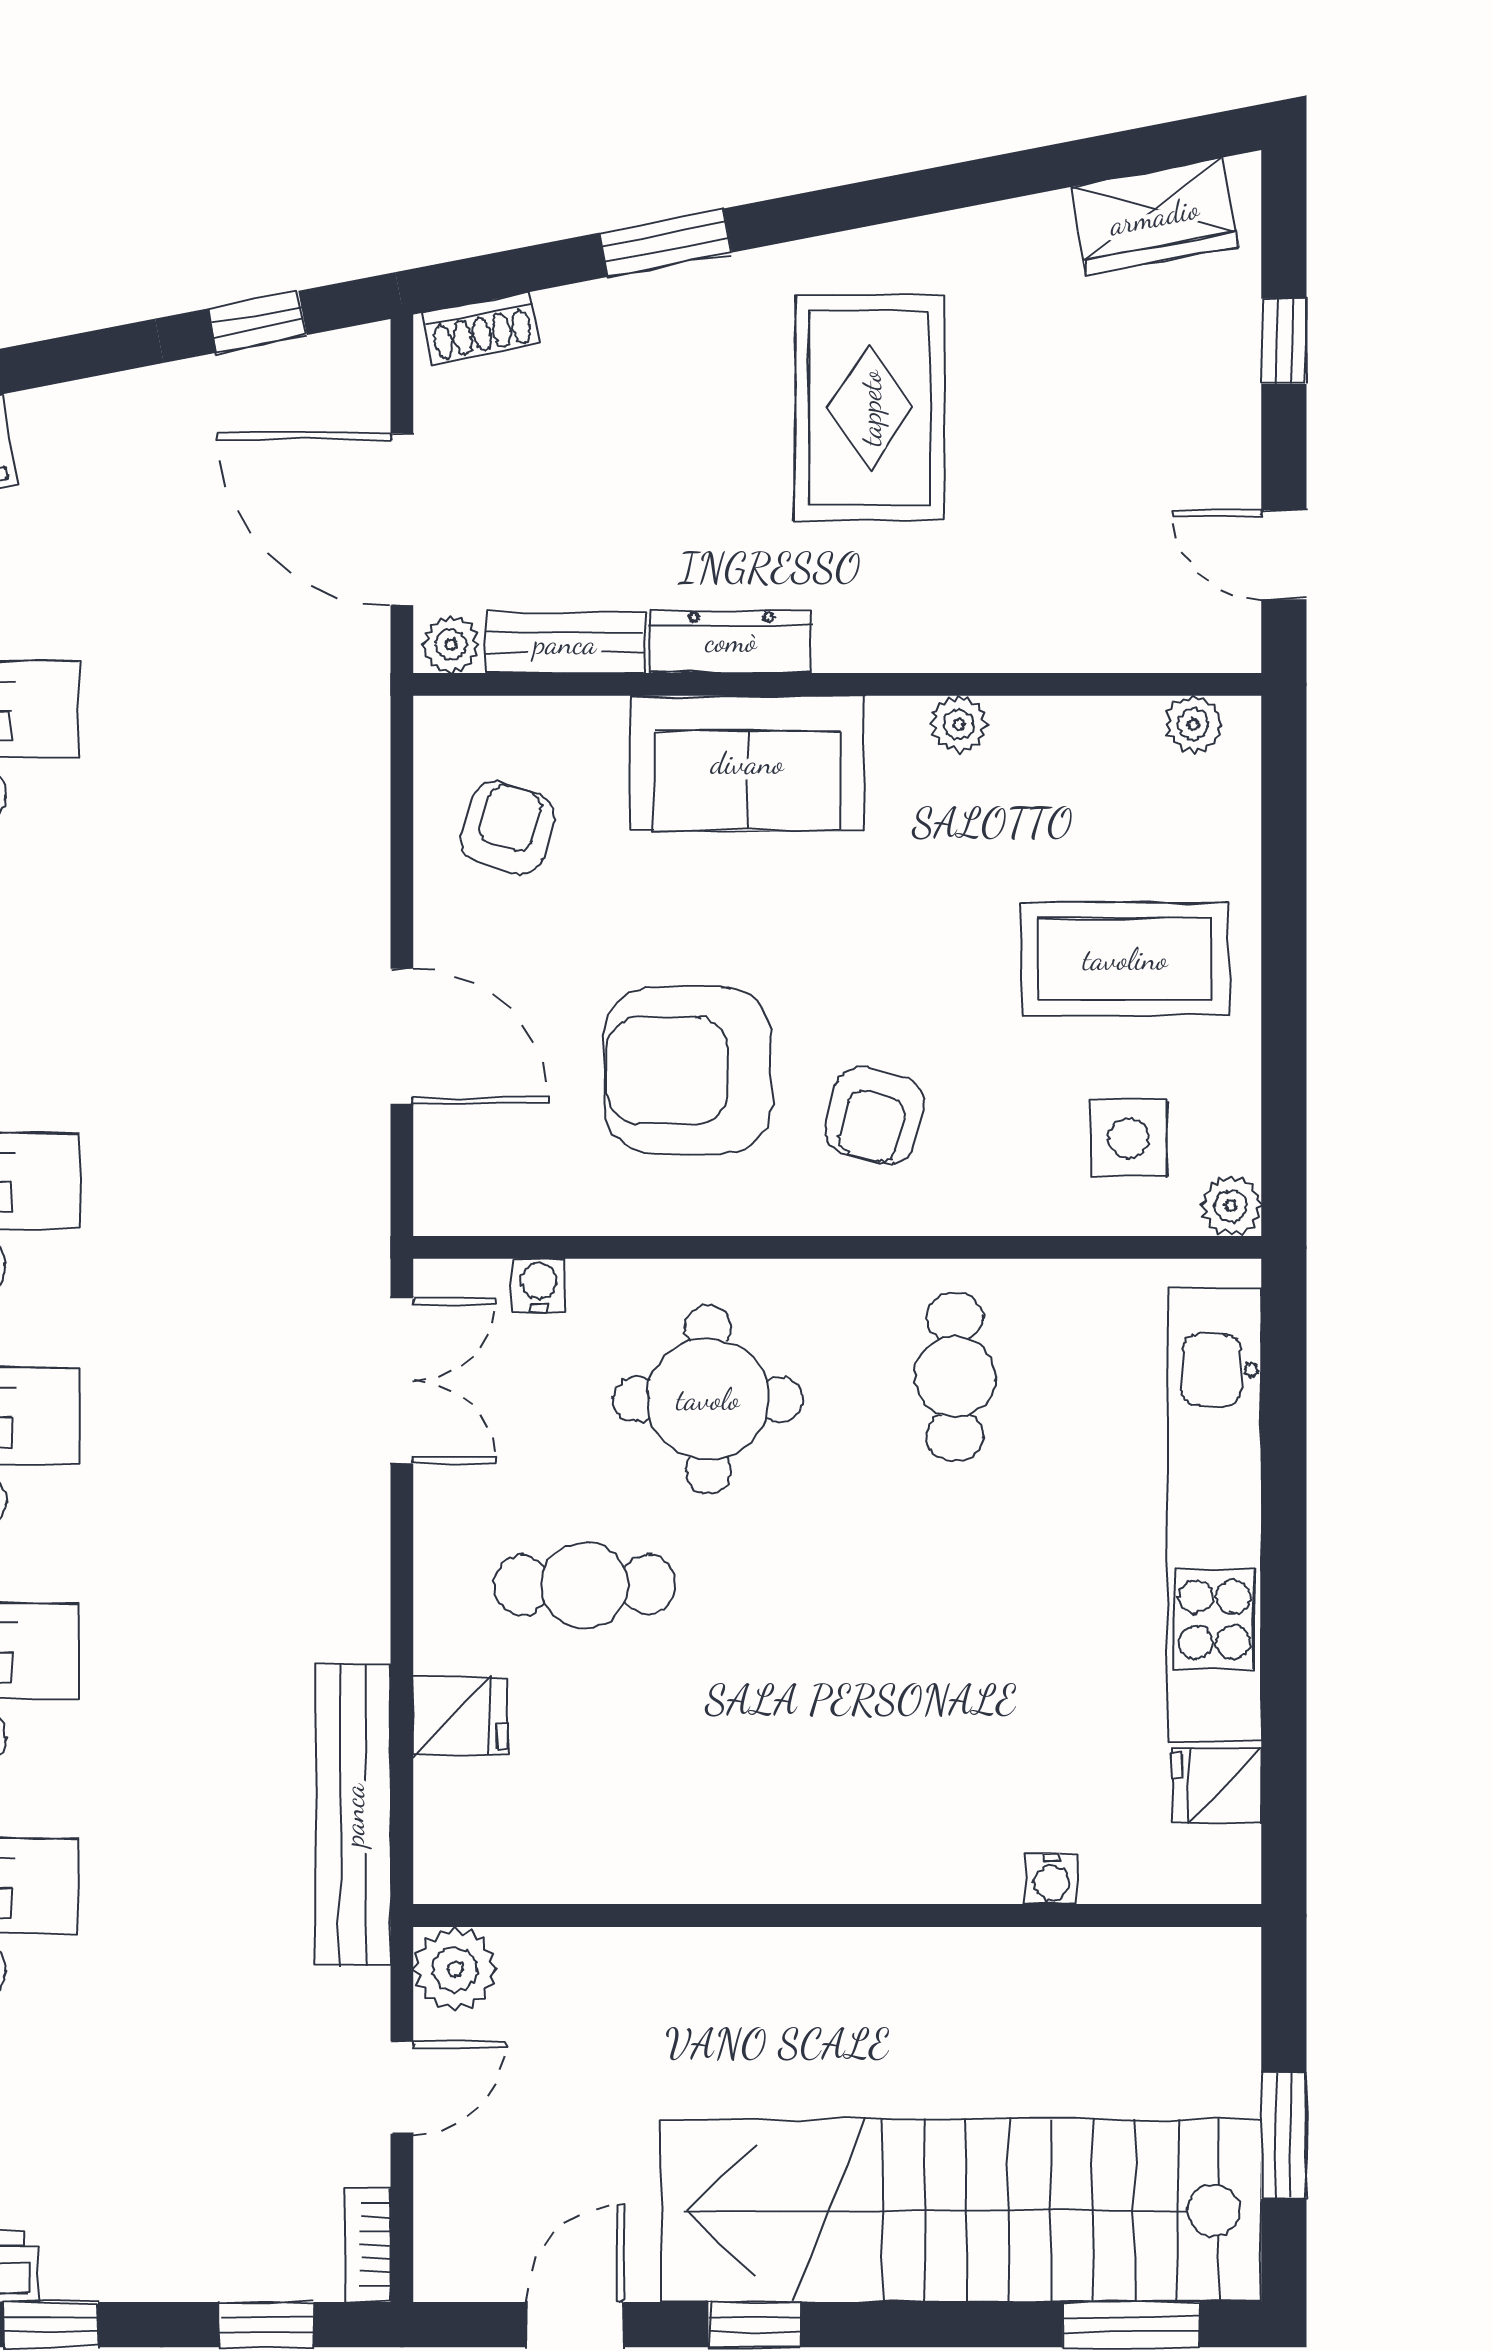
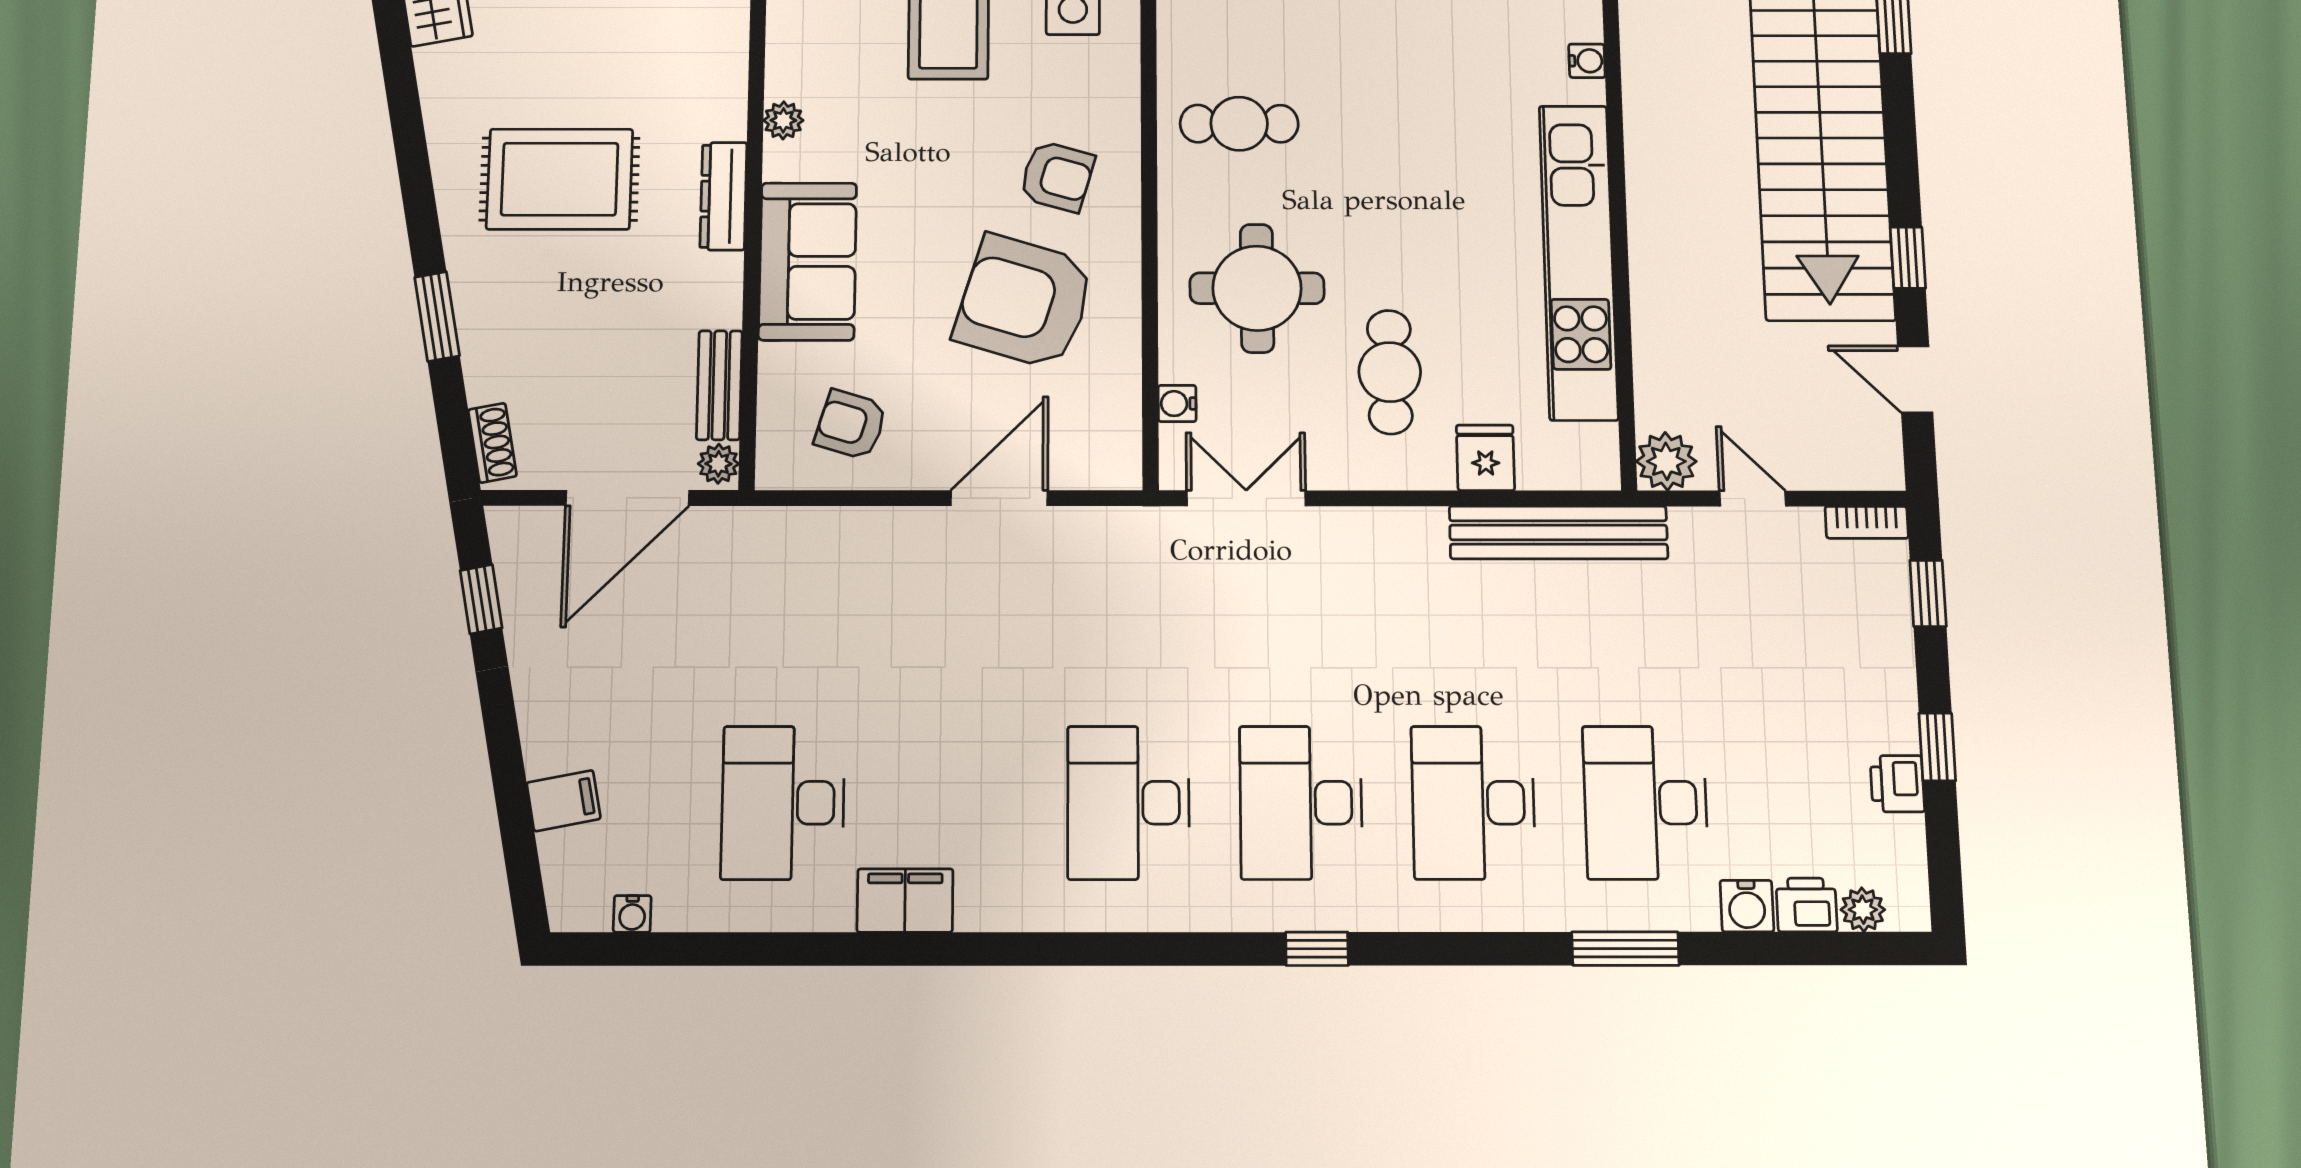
dresser: (731, 641) -> (723, 196), moved
armchair: (688, 1070) -> (1024, 302), turned 107
kitchen unit: (748, 1856) -> (1578, 262), added

